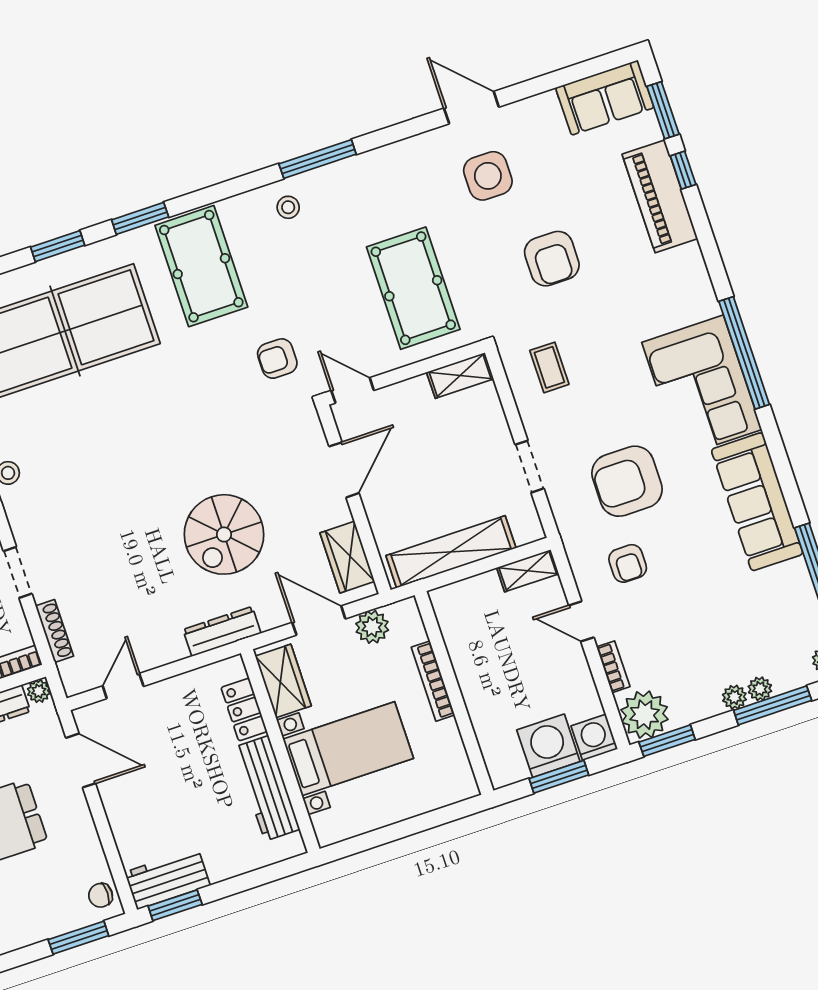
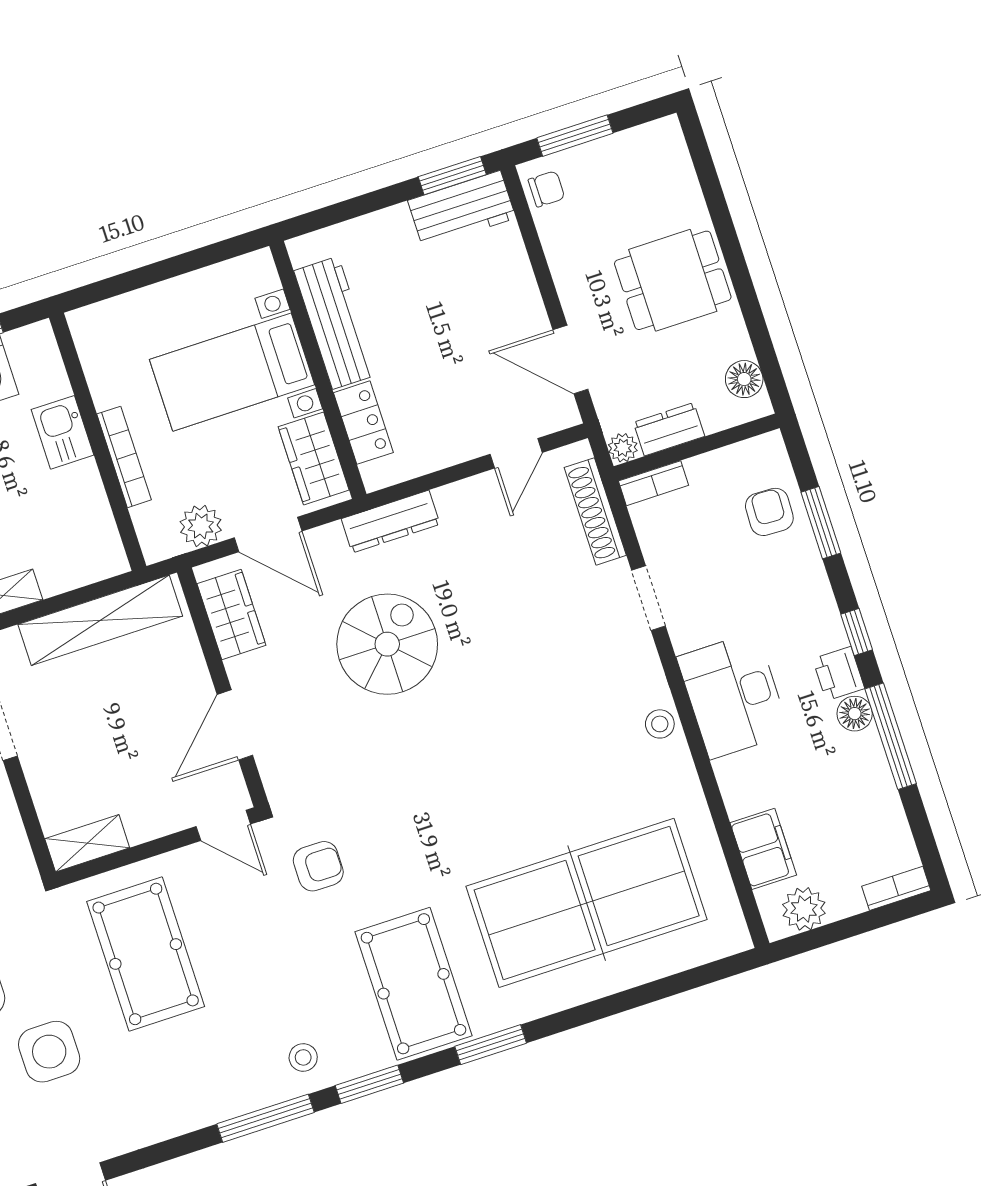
side table: (488, 176) -> (49, 1052), moved
window: (58, 246) -> (369, 1084), moved
shoe rack: (55, 631) -> (595, 511), width x1.36, depth x1.24
kitchen sink: (482, 700) -> (62, 432), added

